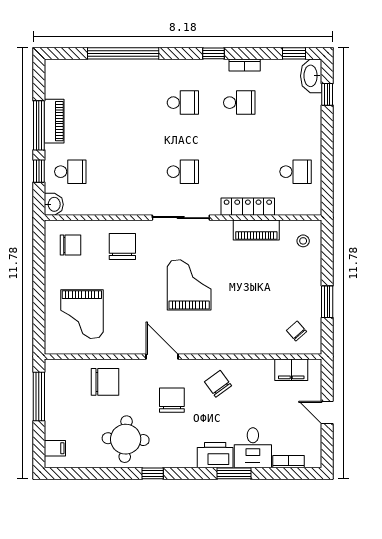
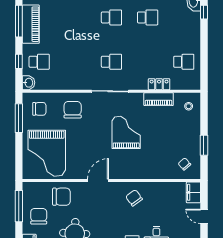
piano: (54, 121) -> (31, 24), width x1.37, depth x1.33
window: (39, 125) -> (19, 21), moved
locker: (248, 207) -> (159, 84), width x0.66
window: (39, 260) -> (19, 118), added
grand piano: (189, 285) -> (126, 132), moved
grand piano: (82, 314) -> (47, 153), width x1.37, depth x1.48
door: (162, 357) -> (98, 180), hinge flipped
filing cabinet: (291, 370) -> (193, 192), moved, turned 90
chair: (172, 400) -> (39, 216), moved

